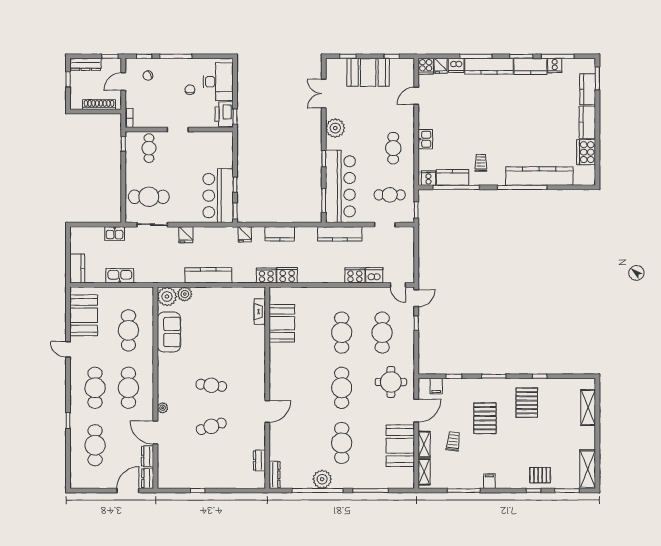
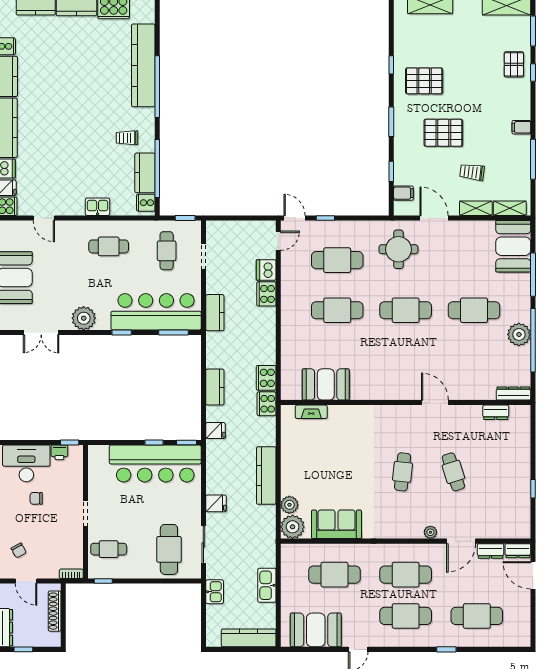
printer: (224, 114) -> (59, 452), width x0.53, depth x0.68
bar counter: (218, 196) -> (155, 463), width x1.36
kitchen counter: (340, 234) -> (215, 313), width x0.67
kitchen counter: (77, 268) -> (249, 638), width x1.50
booth: (400, 446) -> (513, 246), moved, turned 90

